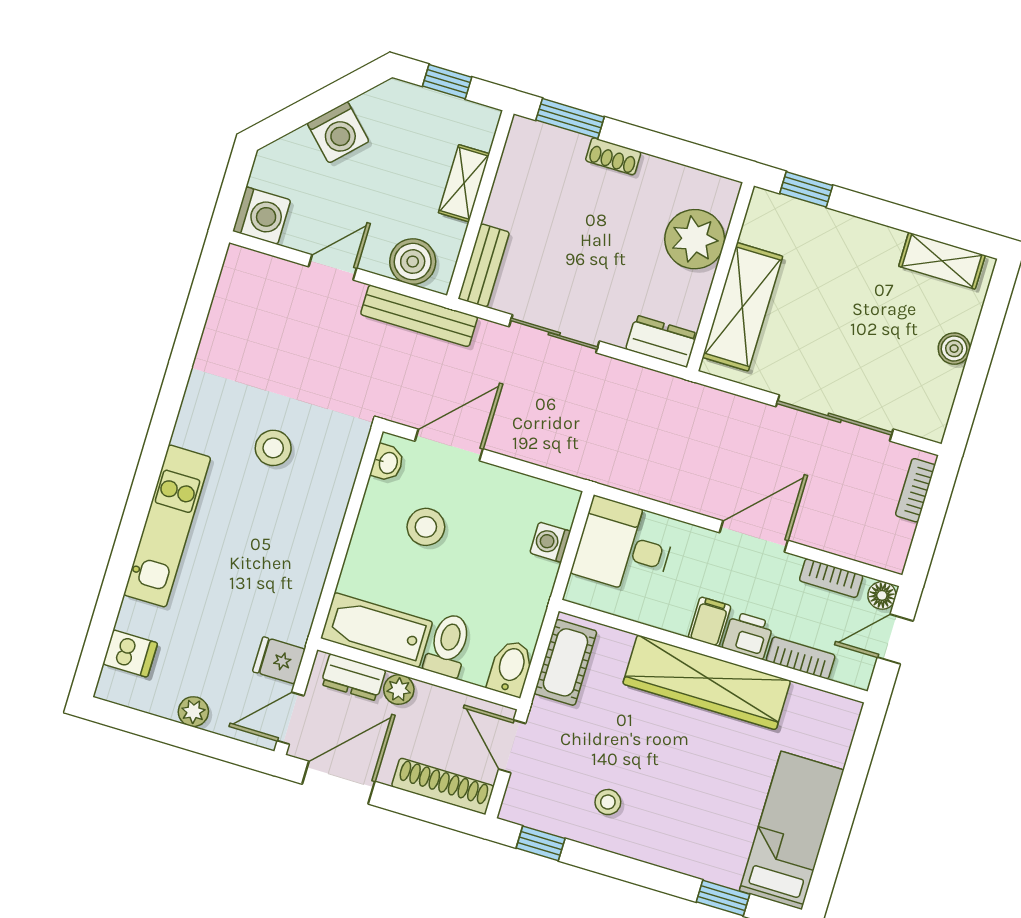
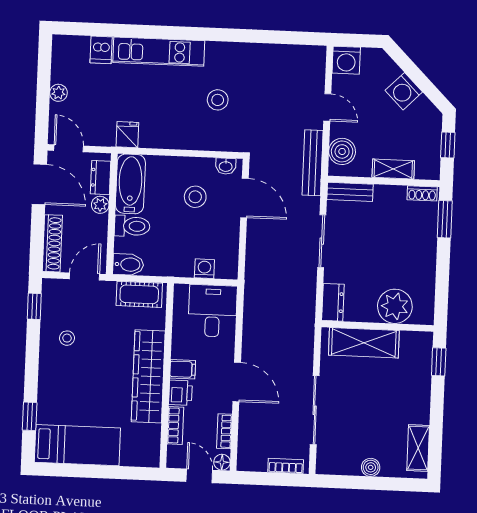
shoe rack: (613, 156) -> (422, 193), moved, turned -90
dishwasher: (130, 653) -> (101, 50), moved
fridge: (279, 660) -> (127, 135), moved

